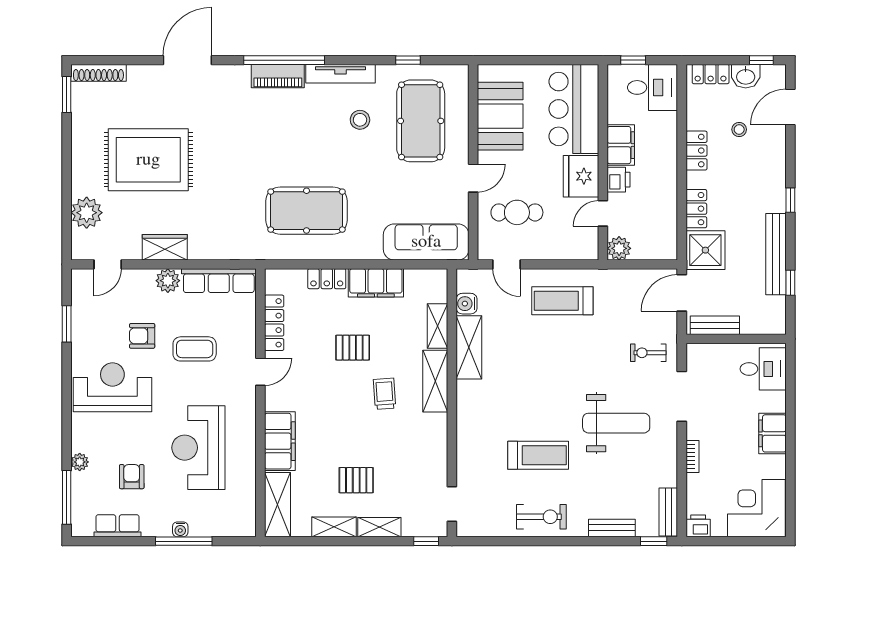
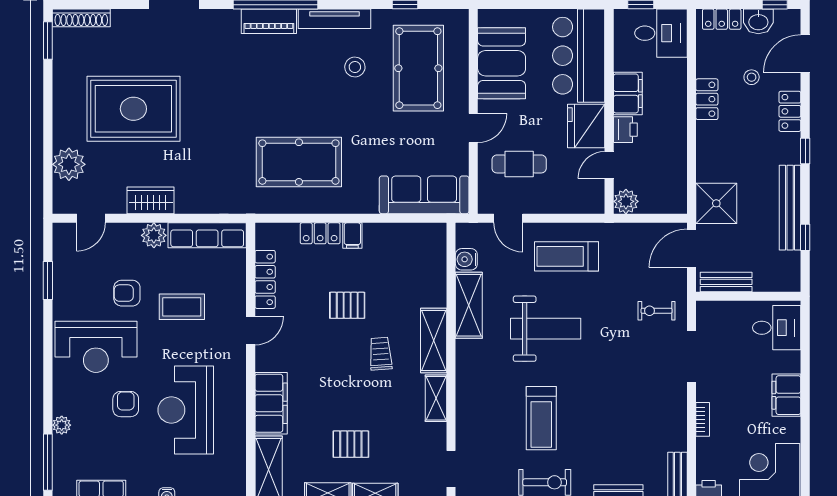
locker: (696, 209) -> (790, 111), moved, turned 180
filing cabinet: (376, 283) -> (352, 236), width x0.33, depth x0.86
shelving: (438, 326) -> (436, 398), moved
reception desk: (112, 387) -> (96, 347), turned 180
weight bench: (616, 423) -> (546, 329), moved
treadmill: (538, 455) -> (541, 418), turned 90
armchair: (132, 477) -> (126, 404), moved

